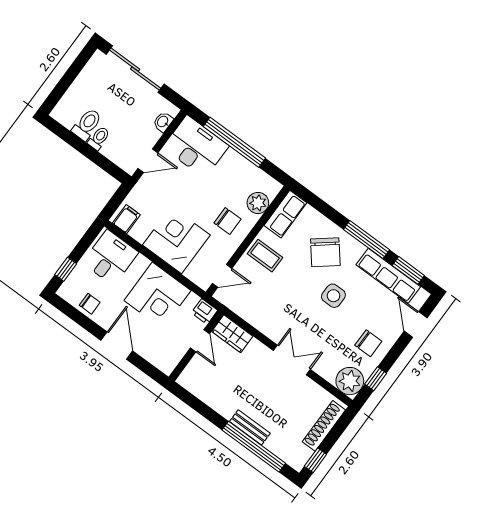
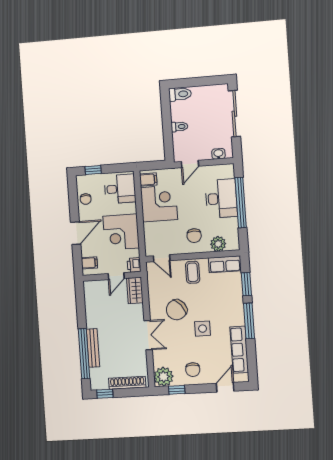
toilet: (87, 124) -> (180, 94), moved
desk: (196, 147) -> (221, 198), moved
door: (148, 161) -> (190, 164), hinge flipped
corner desk: (176, 240) -> (159, 204), moved
chair: (325, 252) -> (177, 310), moved
window: (408, 270) -> (246, 284), moved
filing cabinet: (161, 358) -> (89, 263), added
bench: (250, 427) -> (93, 348), width x1.36

